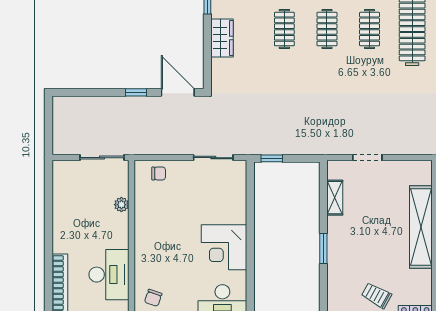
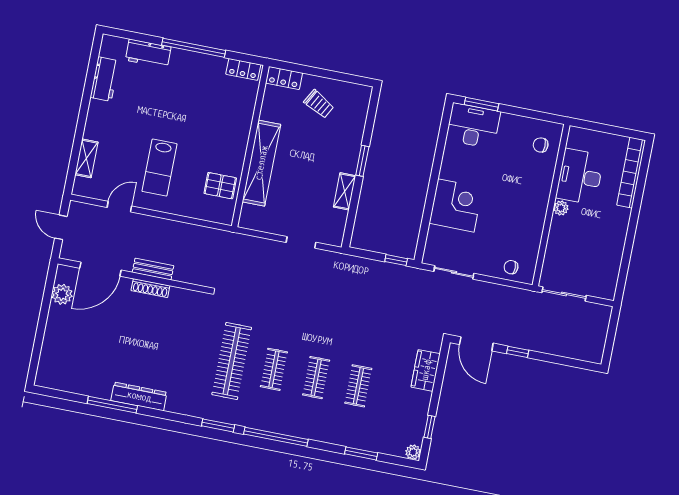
wardrobe: (222, 38) -> (426, 370), moved
shelving: (335, 198) -> (345, 191), moved
plant: (121, 205) -> (561, 208), moved
corner desk: (224, 247) -> (456, 205), moved
chair: (153, 298) -> (541, 145), turned -109

